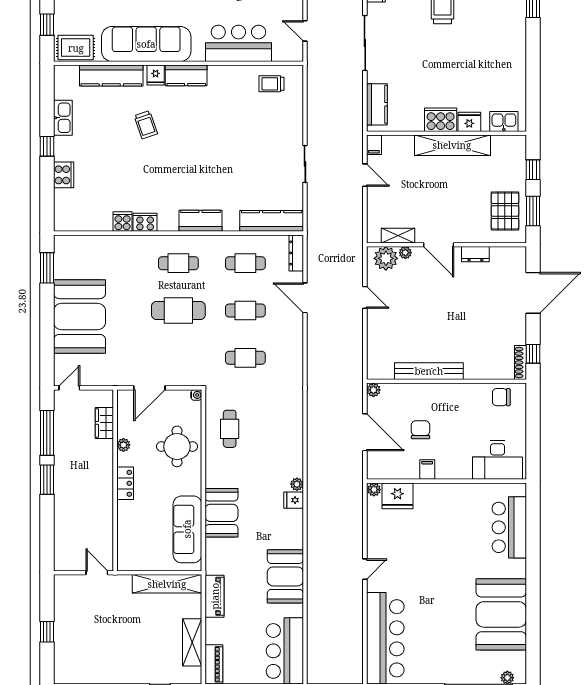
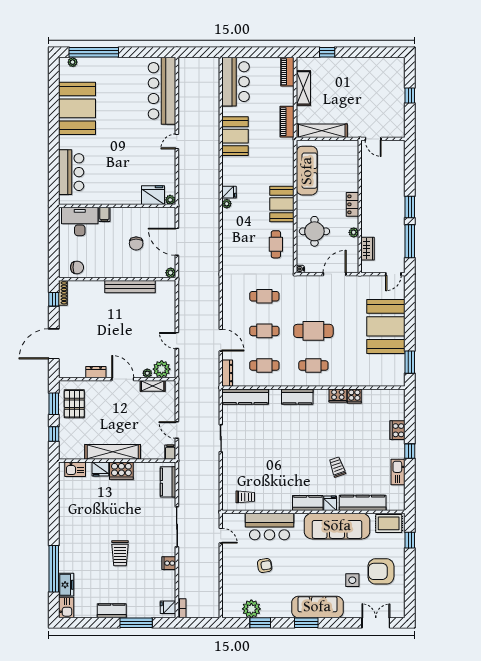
filing cabinet: (427, 470) -> (104, 214), moved
booth: (221, 513) -> (282, 204), moved

